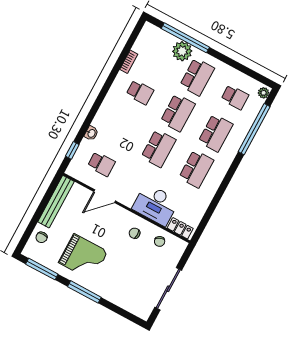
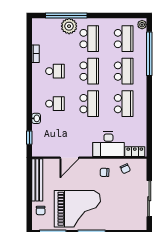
school desk: (235, 97) -> (124, 39), width x1.85
school desk: (101, 164) -> (55, 104), moved
grand piano: (83, 257) -> (77, 209), width x1.37, depth x1.48

